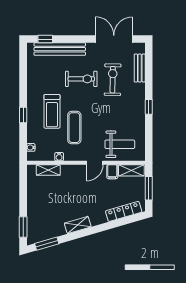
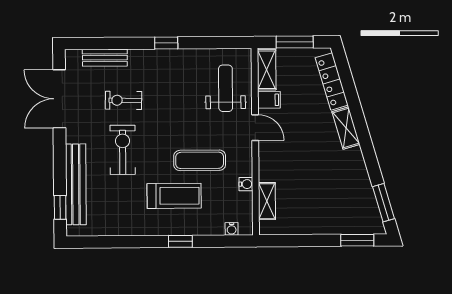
exercise bike: (113, 80) -> (123, 100), width x0.73, depth x0.72
shelving: (78, 225) -> (346, 128), moved

